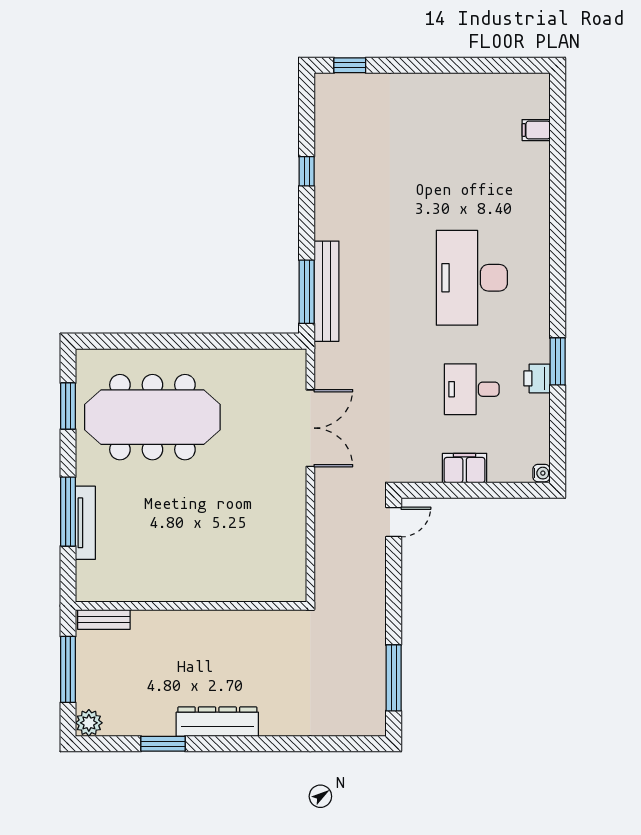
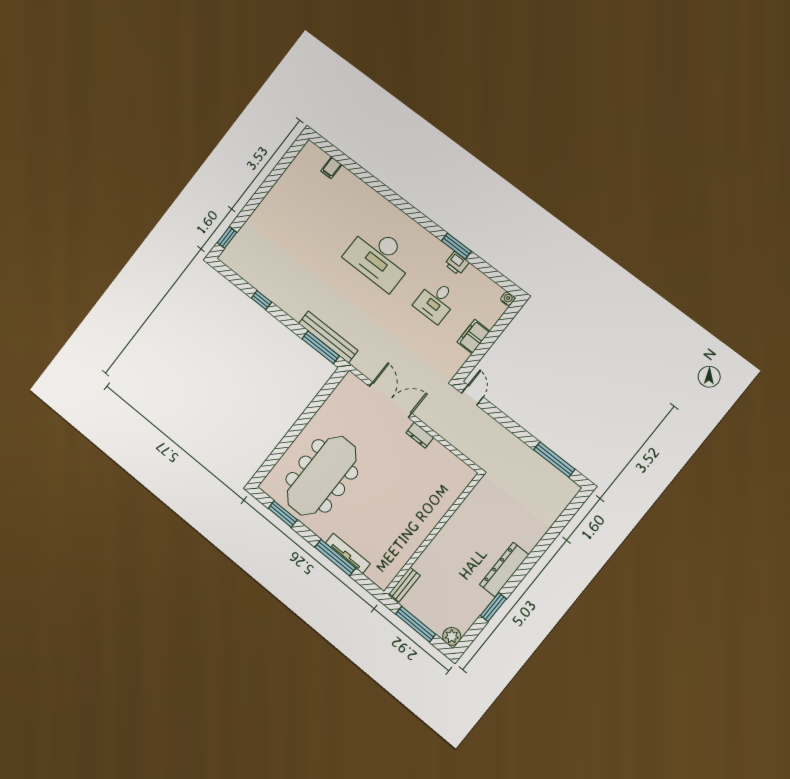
dresser: (296, 497) -> (420, 435), added

